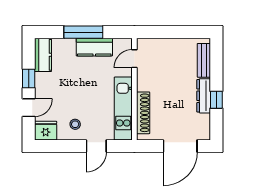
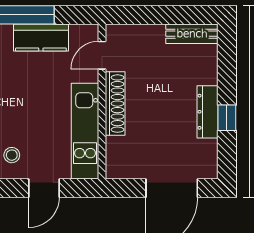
bench: (204, 60) -> (192, 34), moved, turned 90
shoe rack: (143, 113) -> (115, 104), moved

